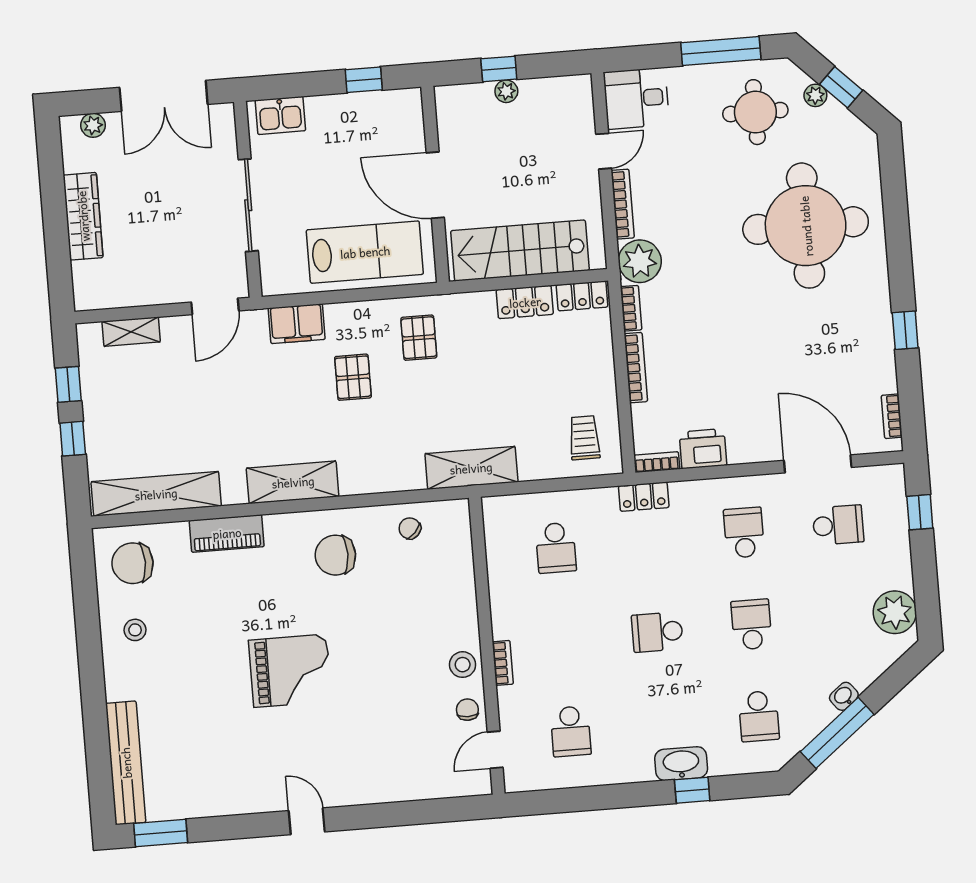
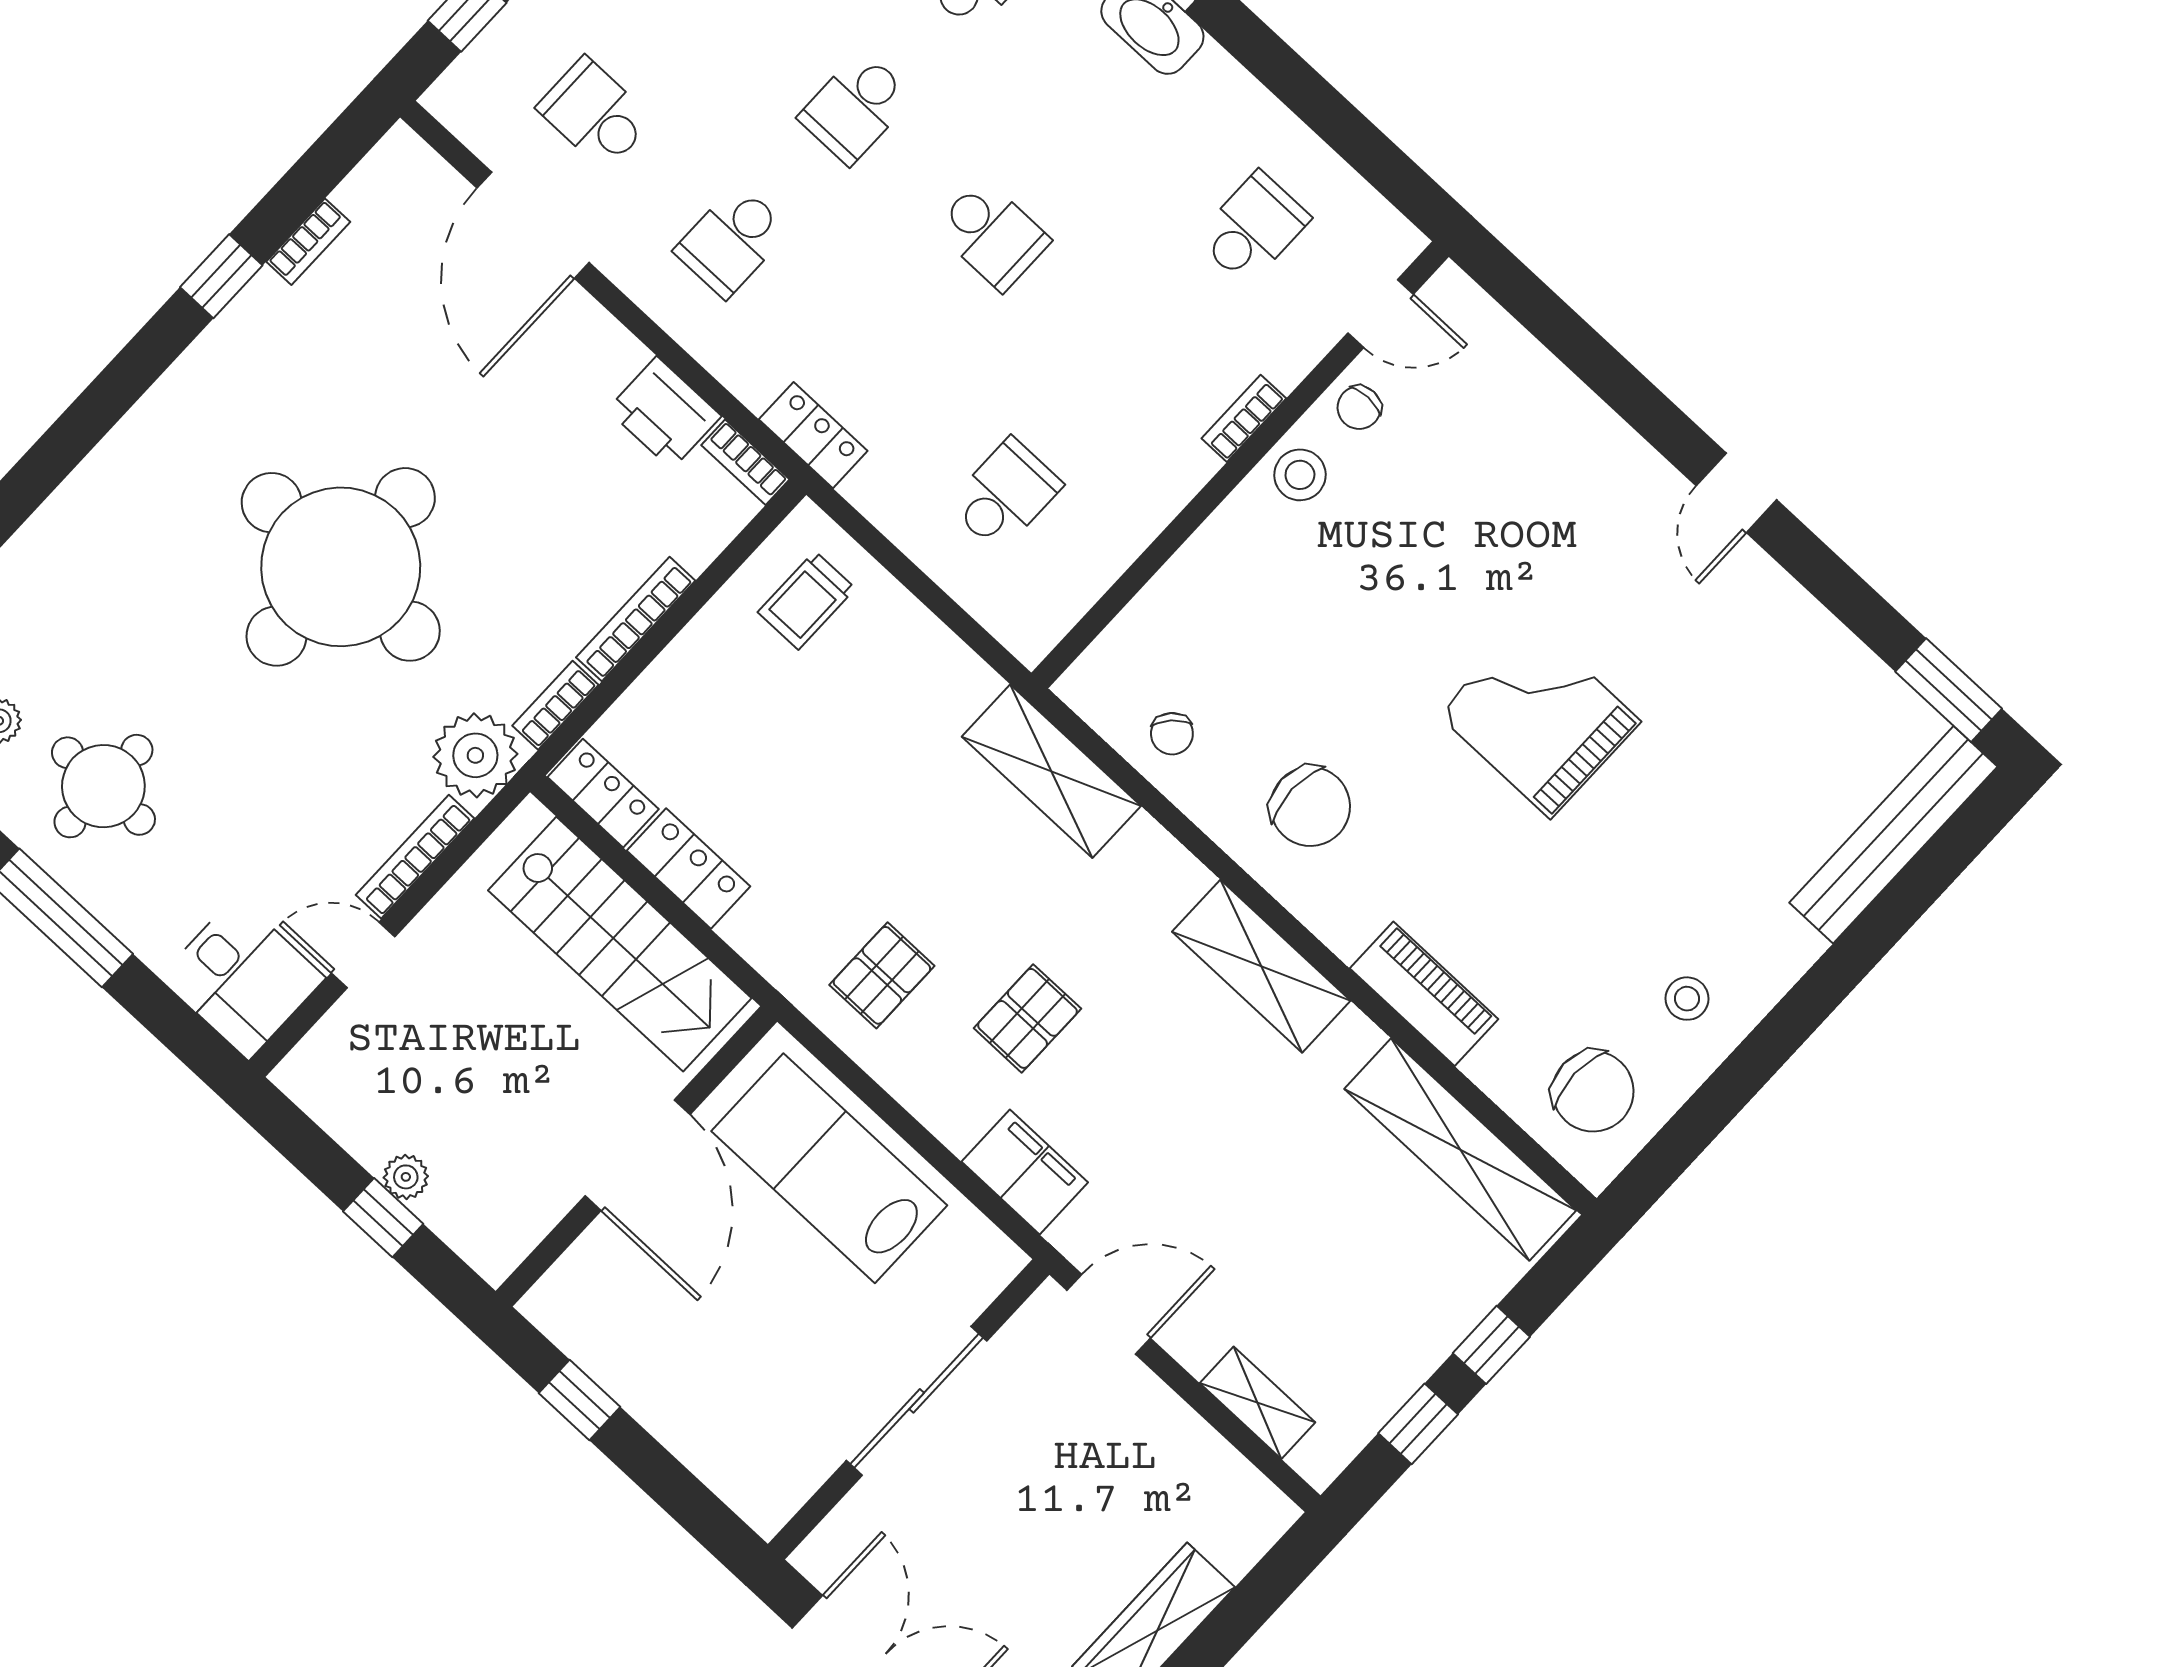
kitchen sink: (280, 115) -> (743, 1474), removed
round table: (806, 226) -> (341, 567), moved
bookcase: (892, 416) -> (308, 242), moved
shelving: (471, 468) -> (1051, 771), moved

